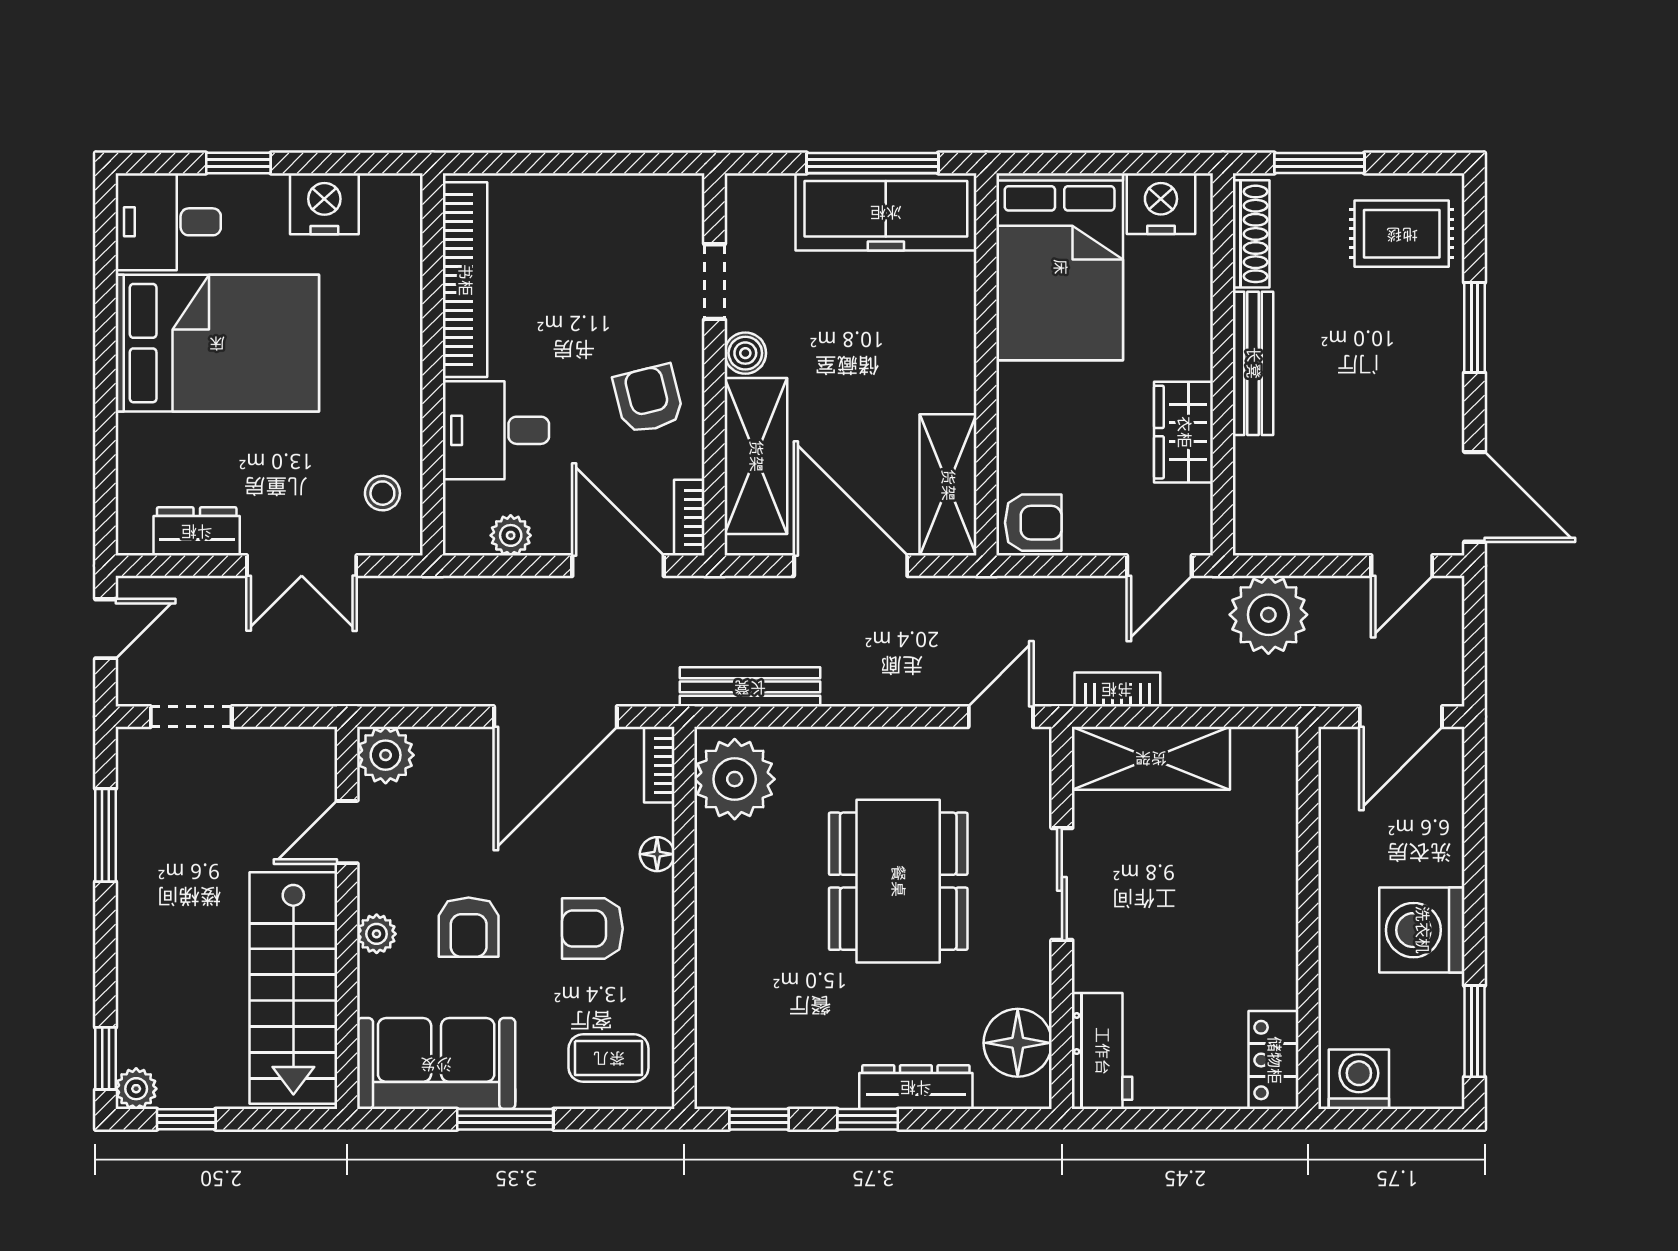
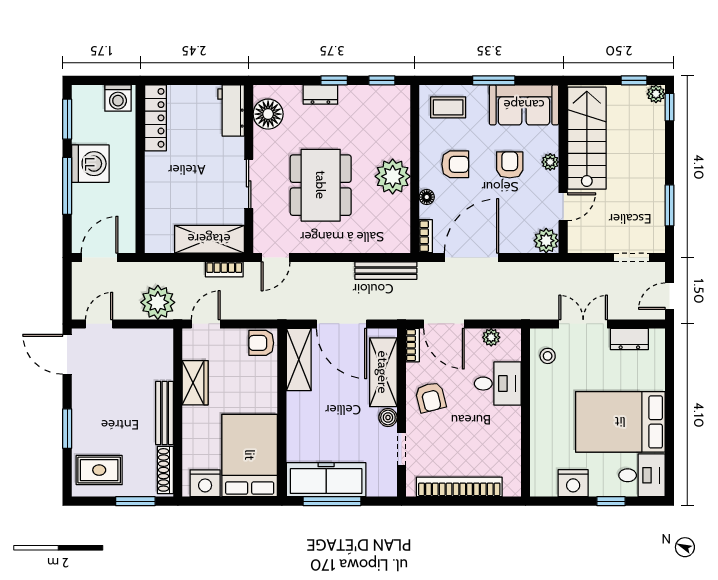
bookcase: (465, 280) -> (459, 487), moved, turned 90
plant: (735, 779) -> (393, 176), moved
window: (1475, 879) -> (67, 186), added
locker: (1274, 1060) -> (156, 118), width x1.53
dresser: (916, 1087) -> (320, 95), width x0.70

